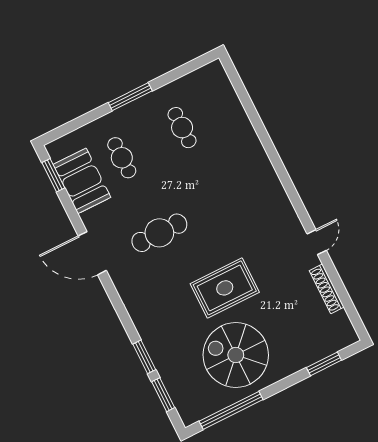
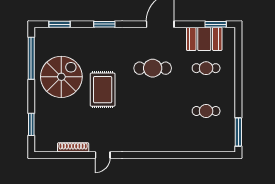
window: (130, 97) -> (238, 132), moved
cafe table: (159, 233) -> (153, 68), turned 90
door: (317, 242) -> (103, 155), hinge flipped
window: (144, 357) -> (104, 24), moved

